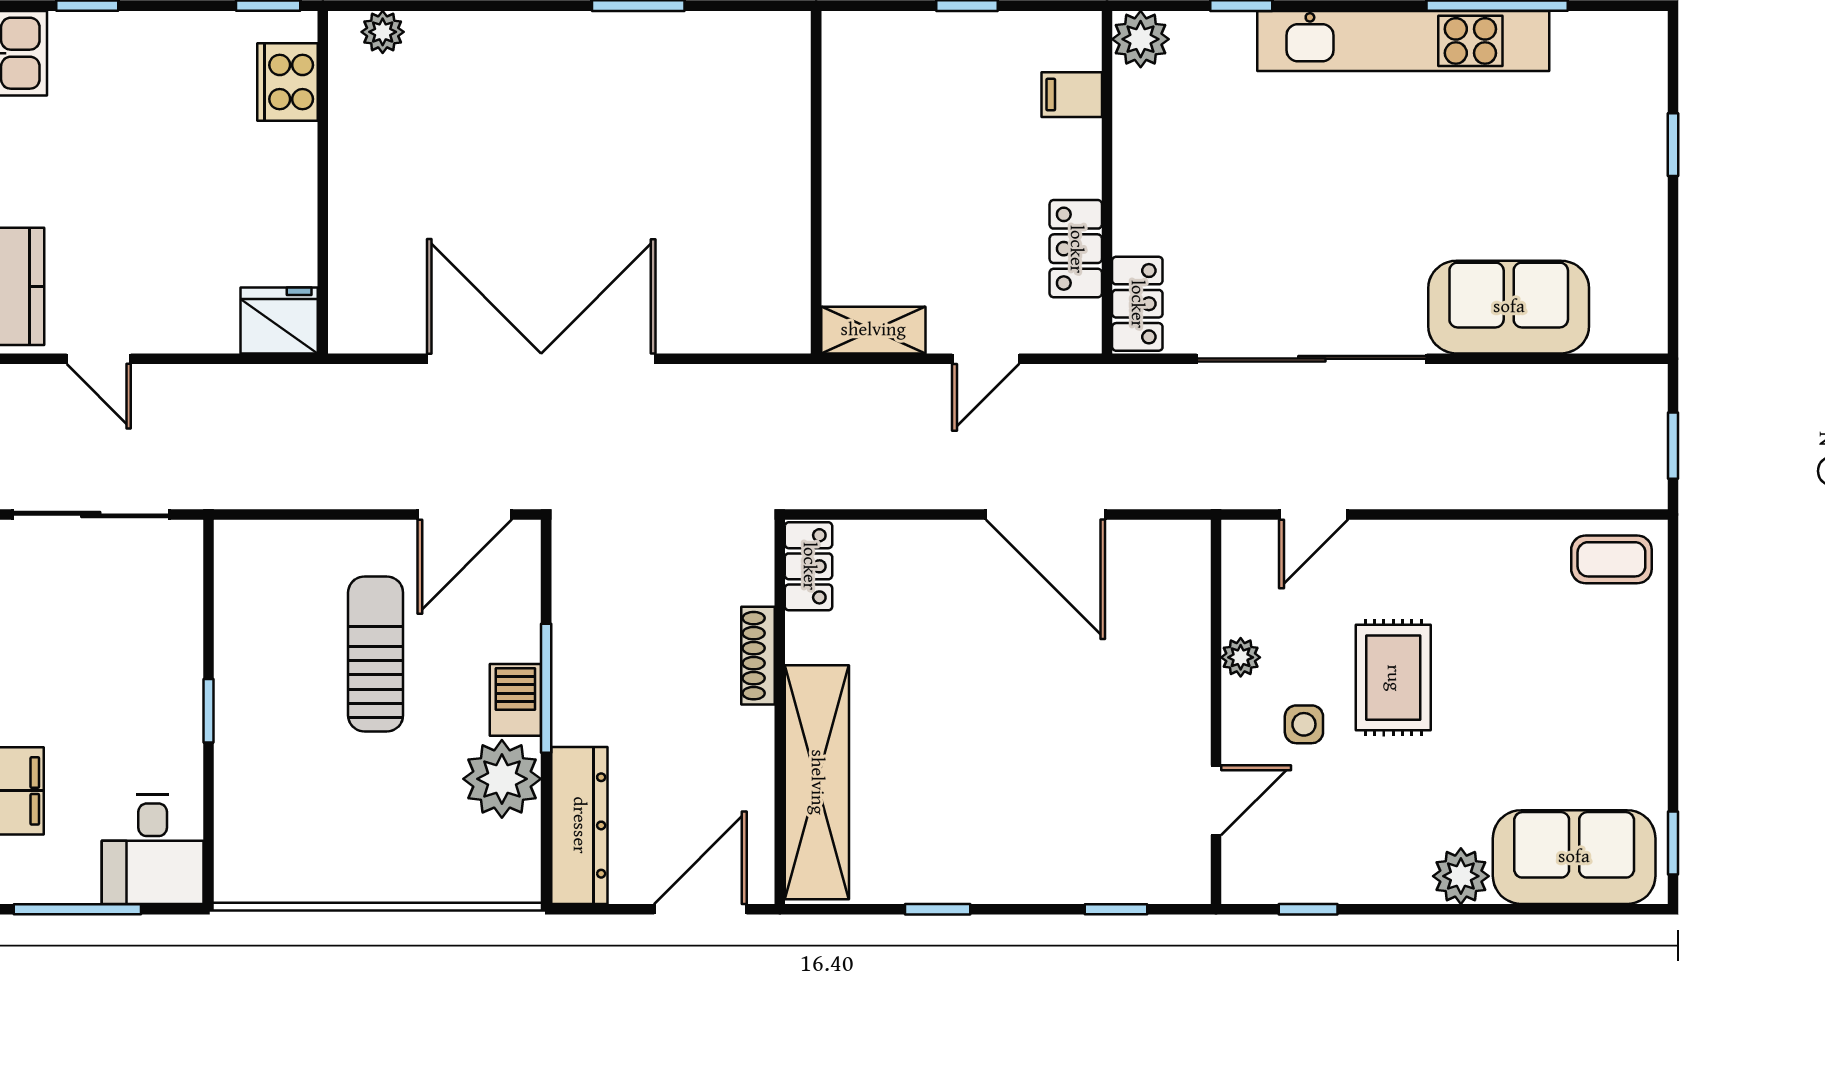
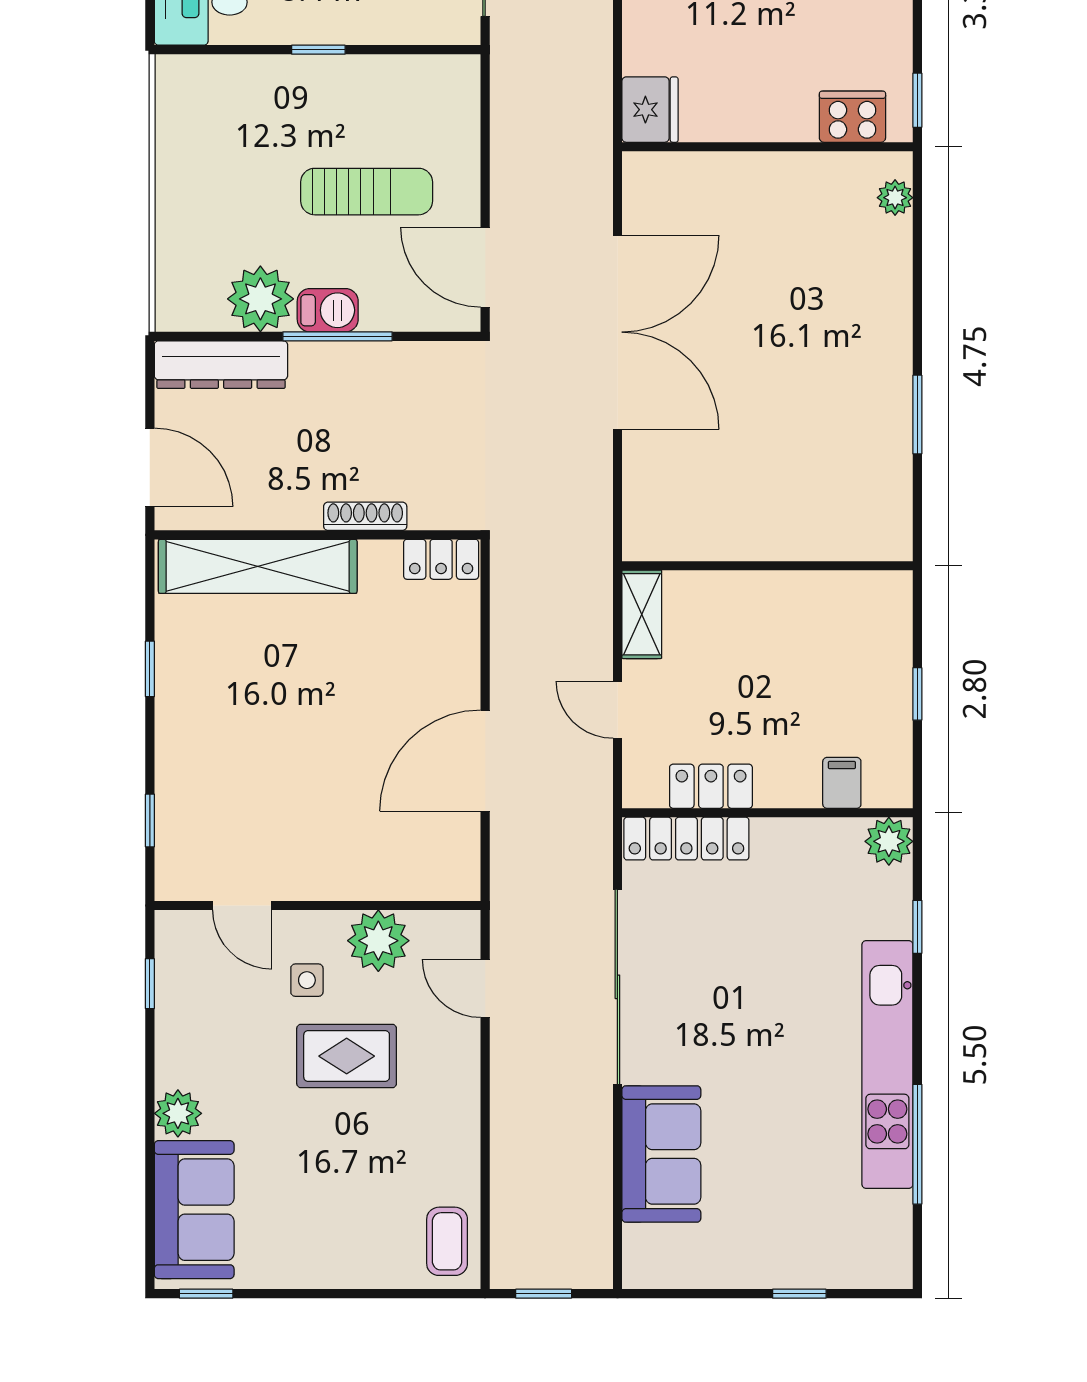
locker: (1137, 304) -> (686, 839), width x1.53
plant: (1241, 657) -> (378, 941), width x1.87, depth x1.87

